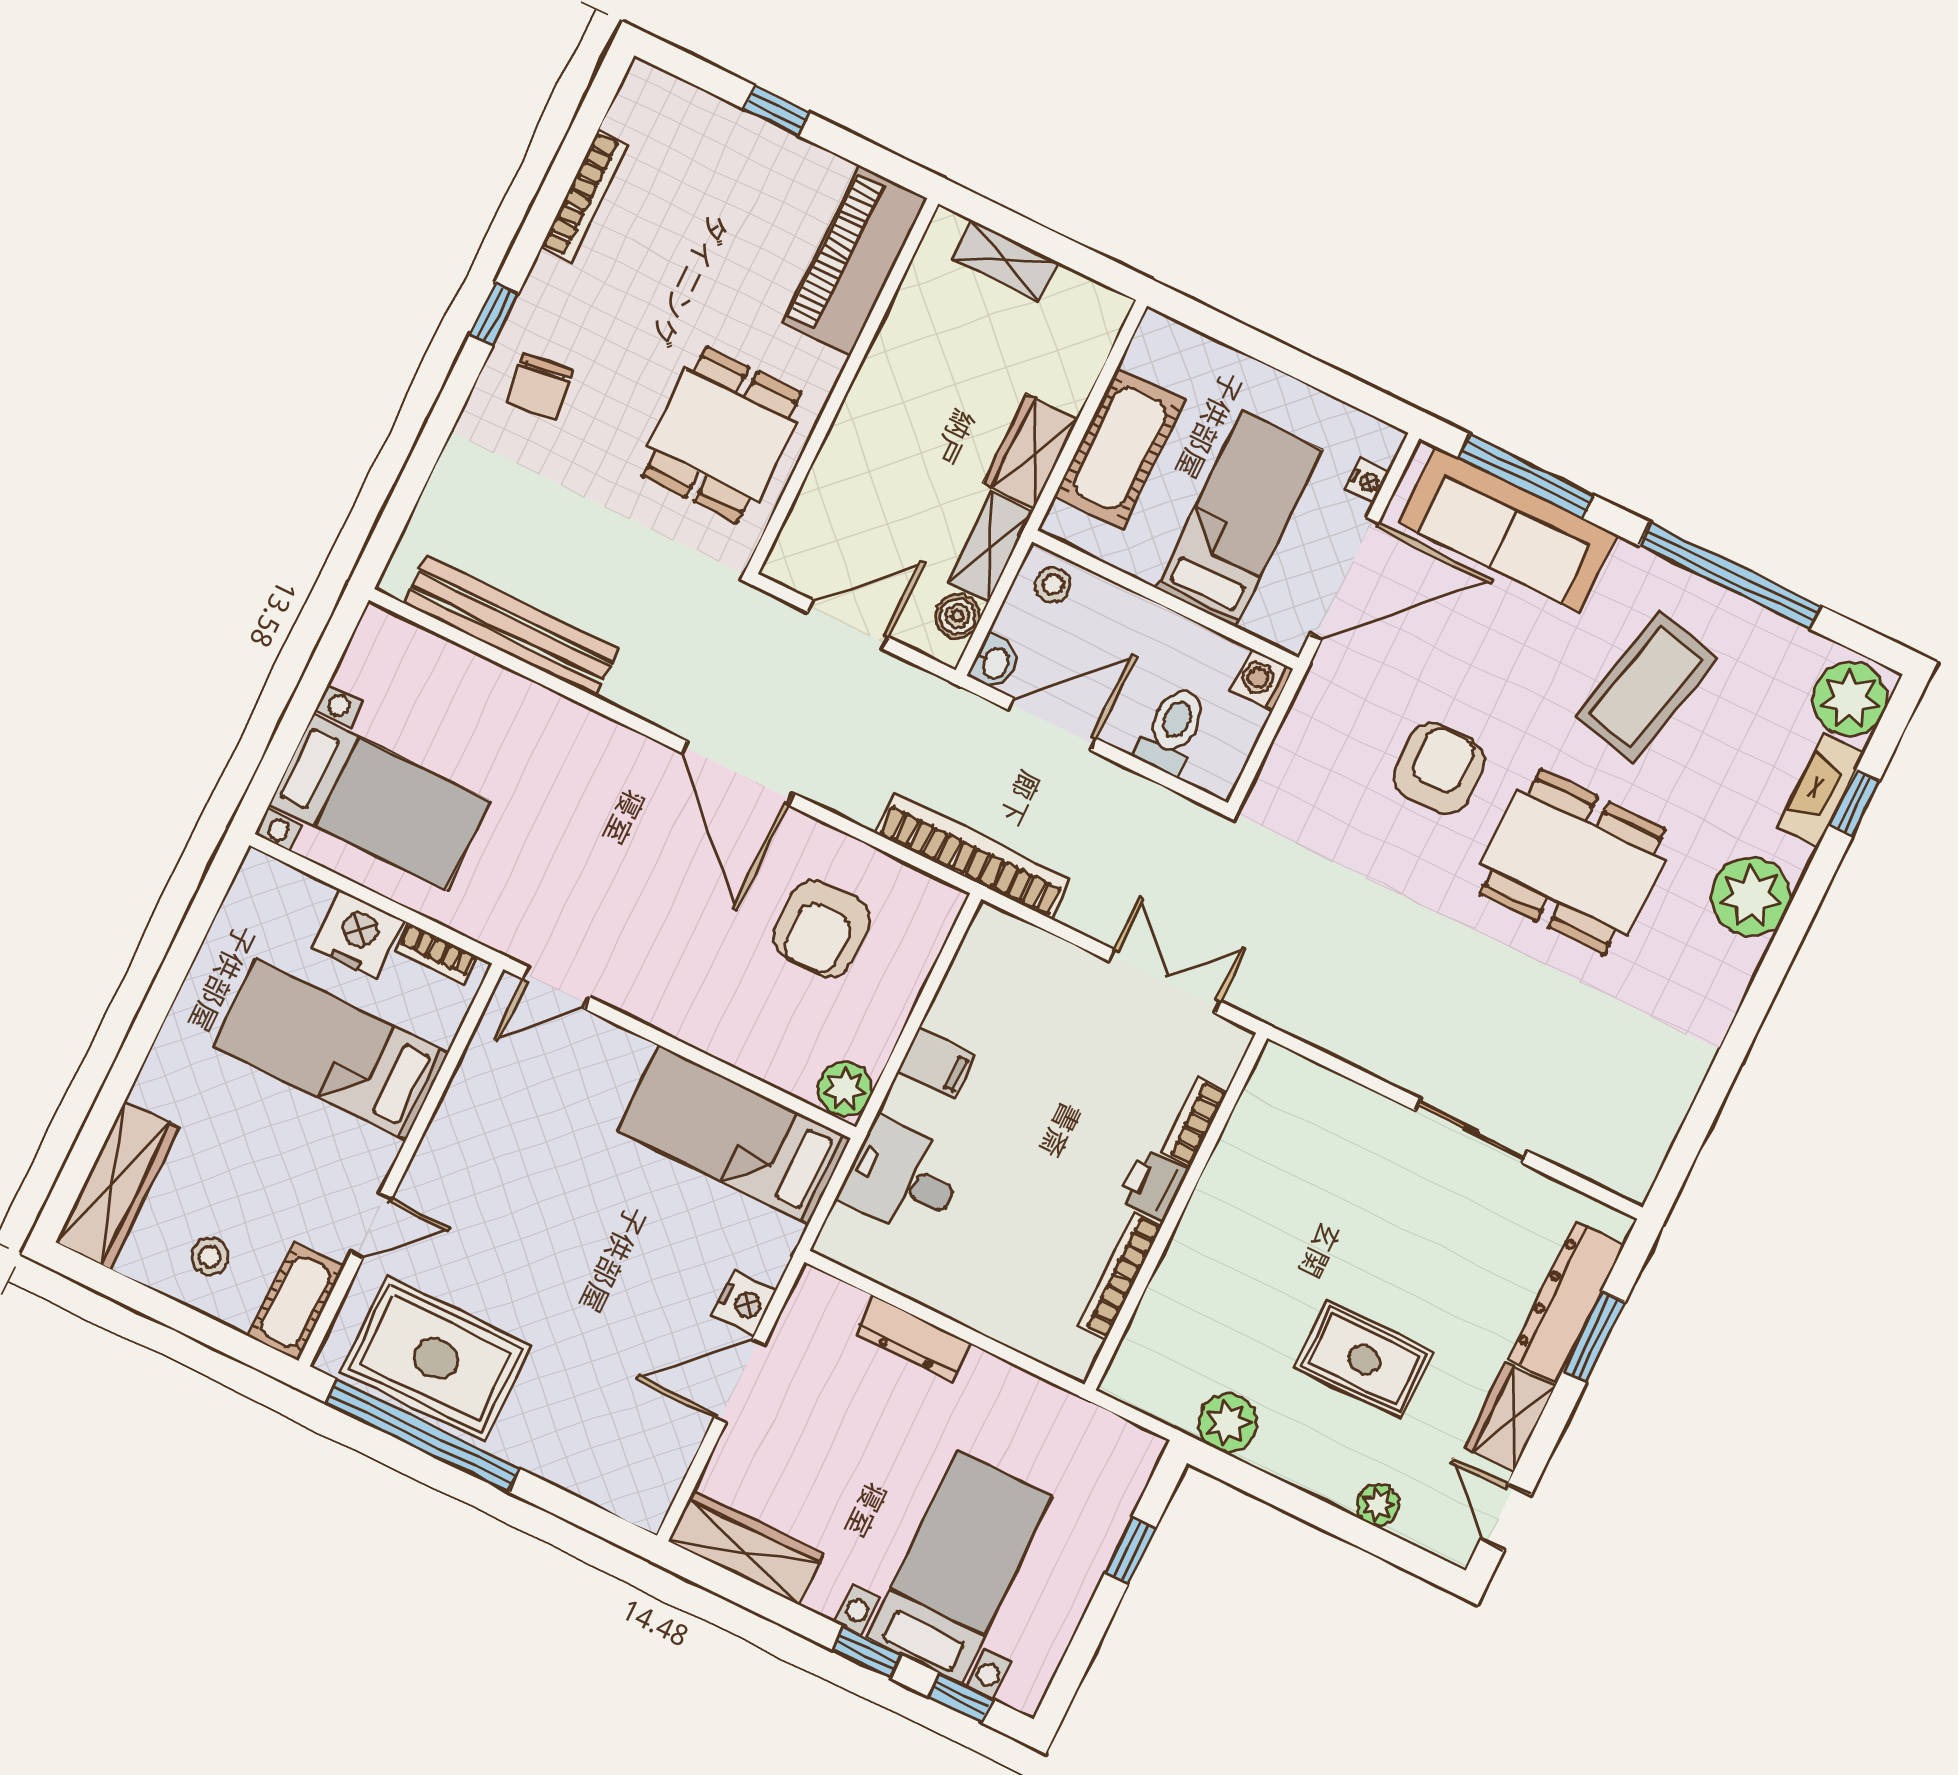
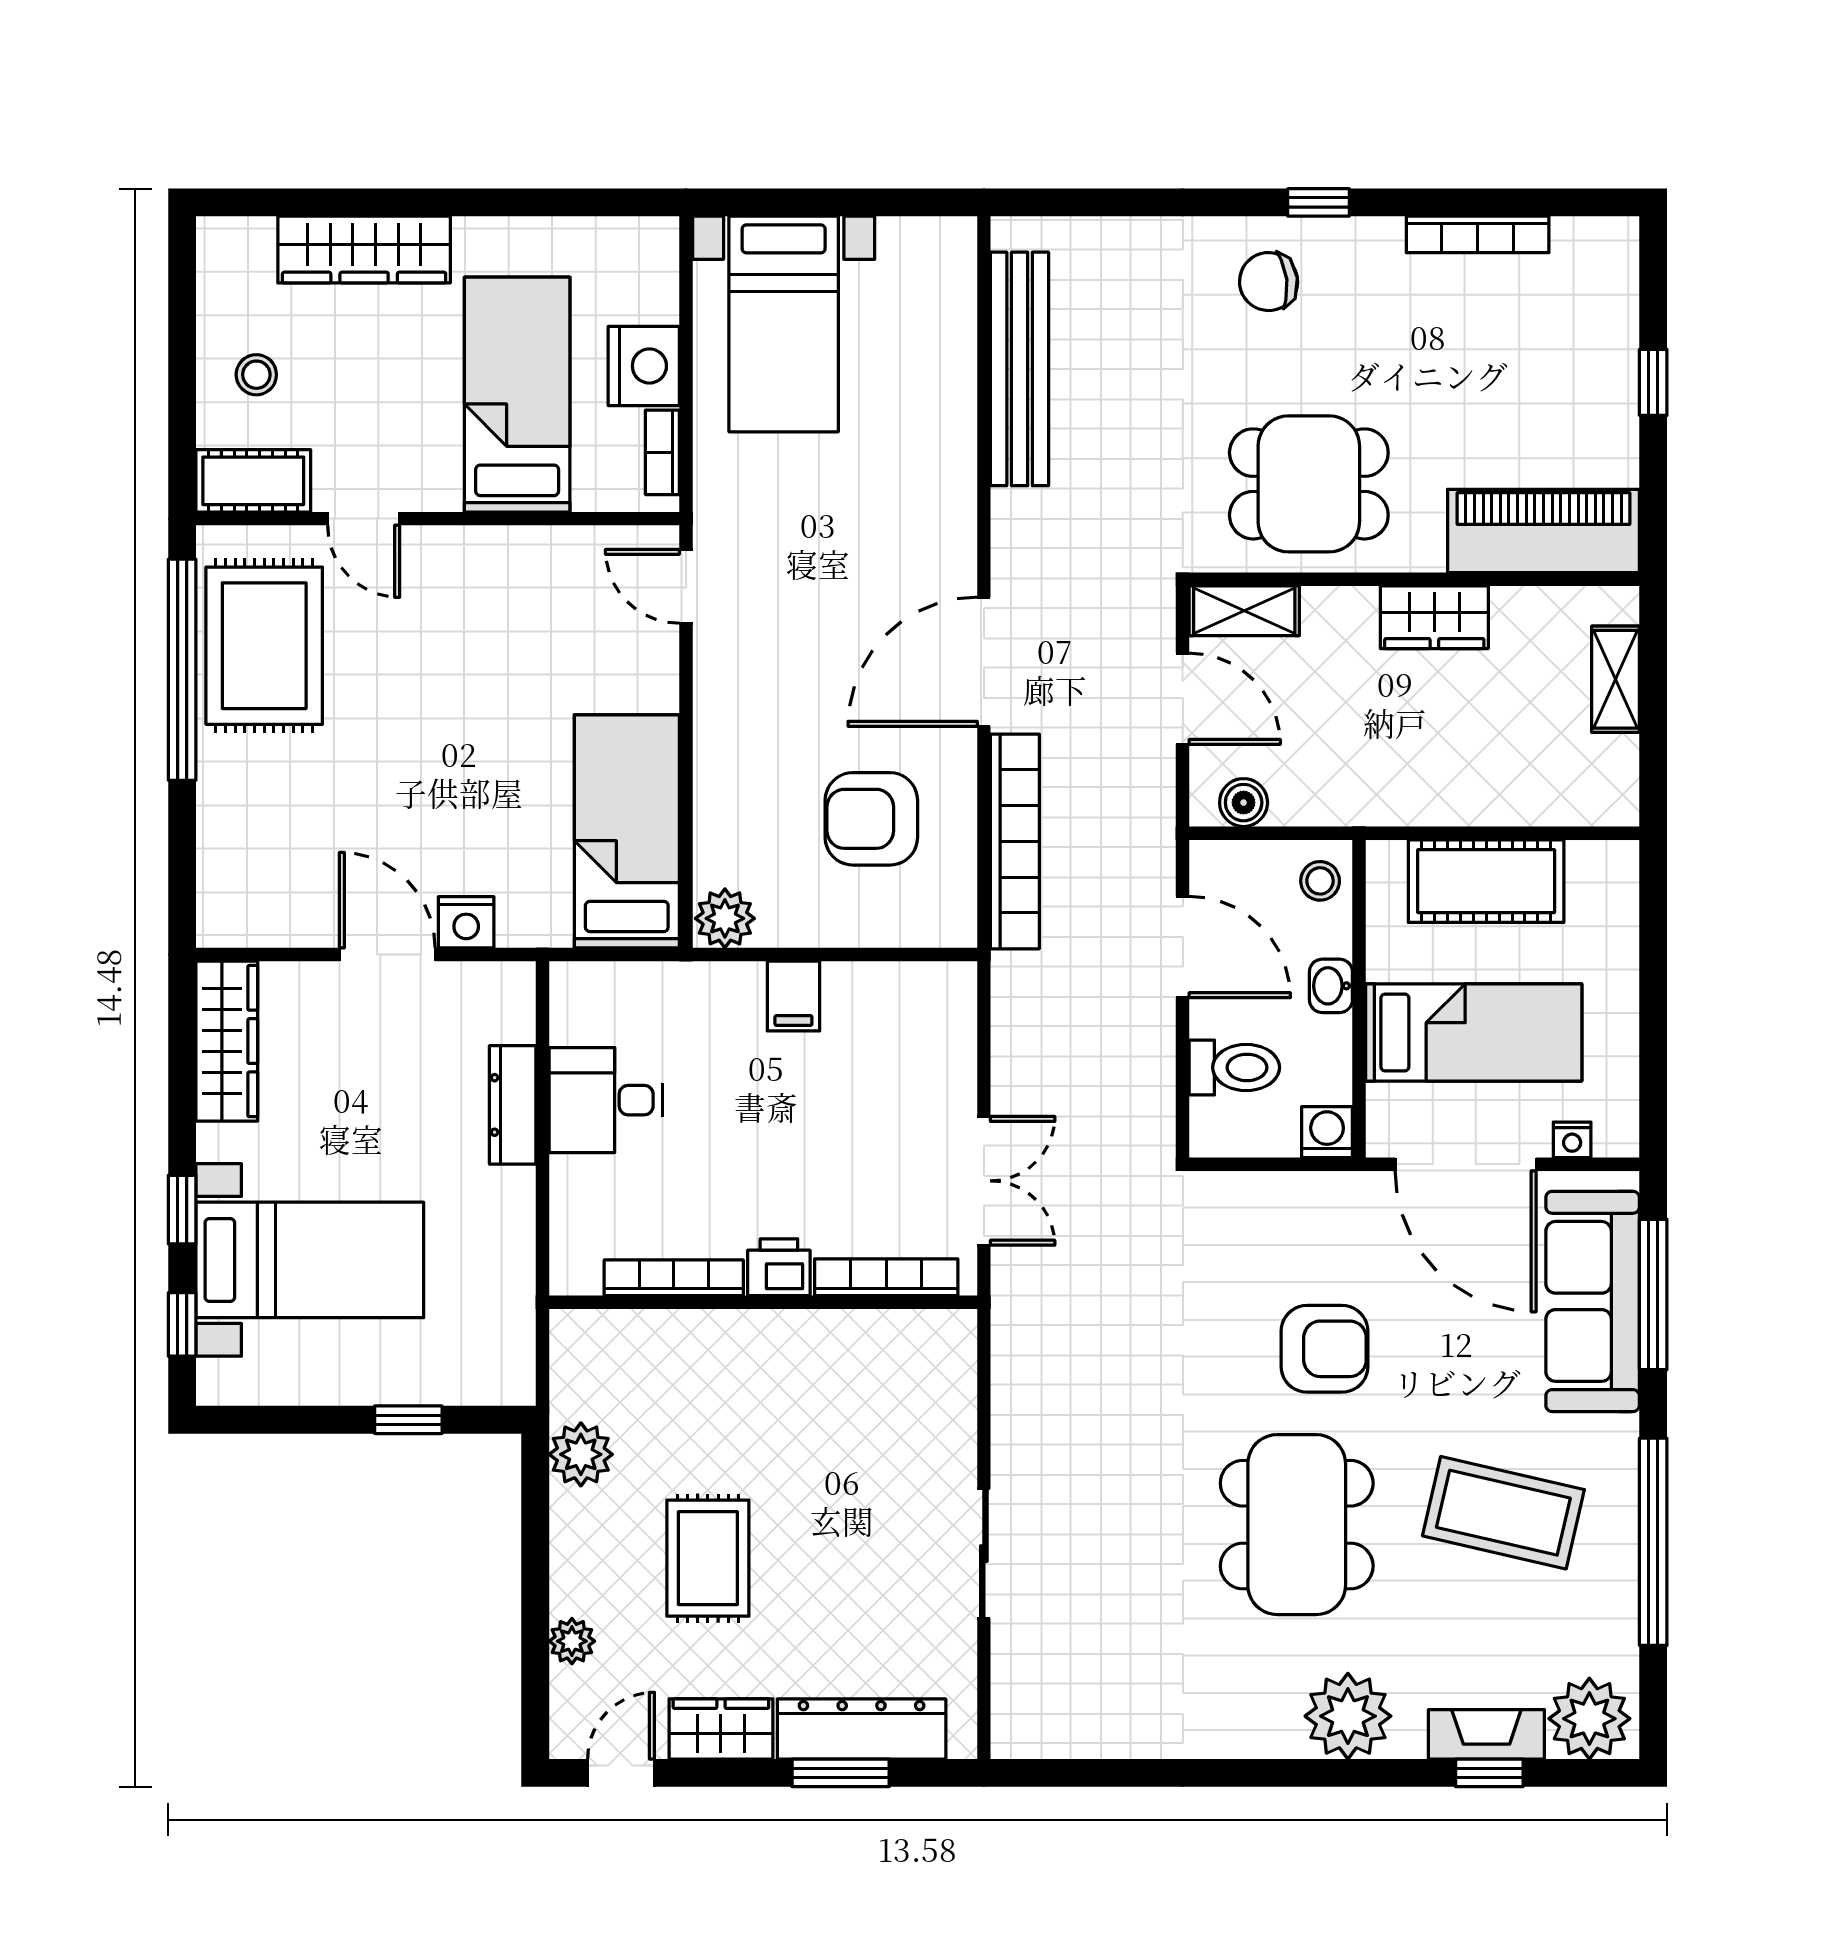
wardrobe: (1031, 451) -> (1434, 617), moved, turned 180
shelving: (990, 547) -> (1244, 611), moved
washbasin: (995, 662) -> (1331, 986), moved, turned 90
bookcase: (973, 856) -> (1015, 841), moved
bookcase: (1194, 1122) -> (886, 1277), width x1.56
desk: (903, 1178) -> (606, 1100), moved, turned -90
wardrobe: (117, 1185) -> (364, 250), moved

